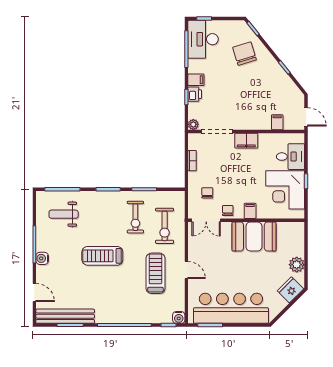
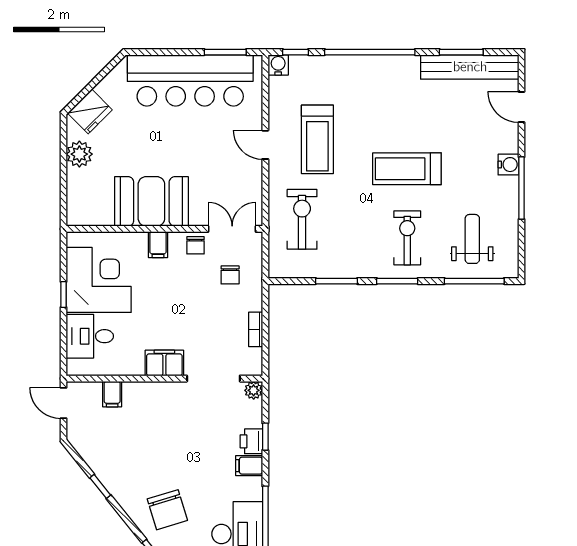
weight bench: (64, 214) -> (472, 239), turned -90
exercise bike: (135, 217) -> (407, 238), moved
treadmill: (102, 256) -> (407, 169), turned 180

